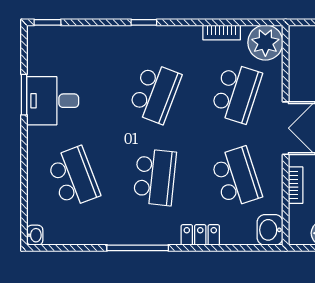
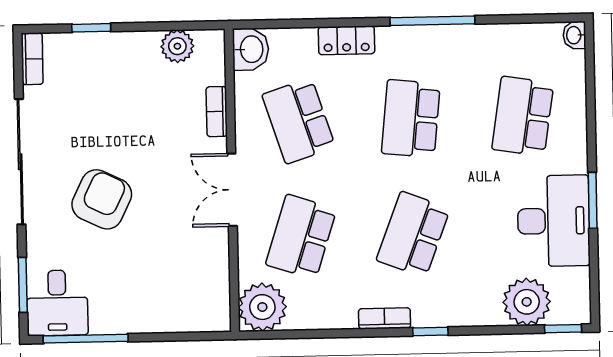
bookcase: (222, 32) -> (385, 318), moved
plant: (73, 42) -> (527, 302), added
window: (24, 95) -> (593, 200), moved
desk: (53, 101) -> (554, 221), width x1.37
school desk: (73, 177) -> (523, 116), turned 30

